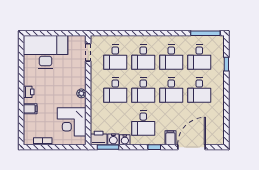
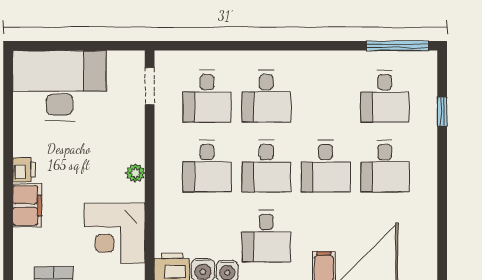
desk: (171, 57) -> (325, 96), removed
filing cabinet: (30, 109) -> (27, 205), width x2.00

